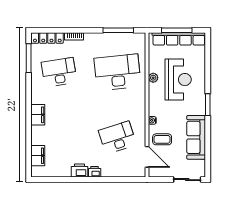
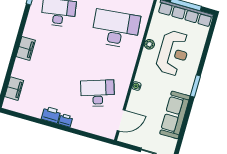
coffee table: (162, 139) -> (141, 107), removed
door: (147, 157) -> (121, 120), hinge flipped

